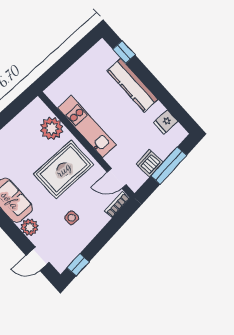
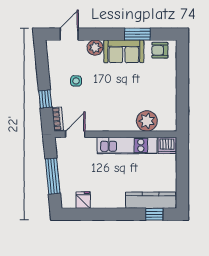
kitchen counter: (133, 85) -> (151, 200), moved
dishwasher: (150, 163) -> (167, 145), moved, turned 95
rug: (63, 169) -> (113, 104), removed
window: (78, 265) -> (45, 99), moved

